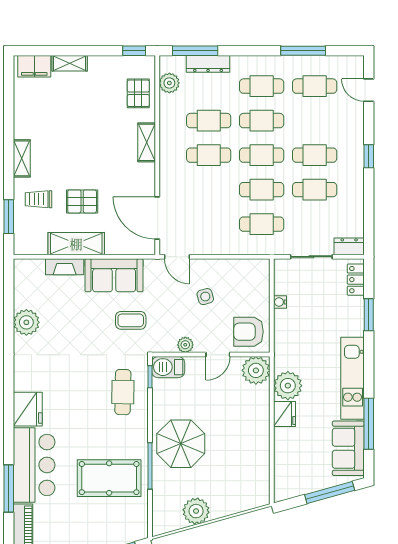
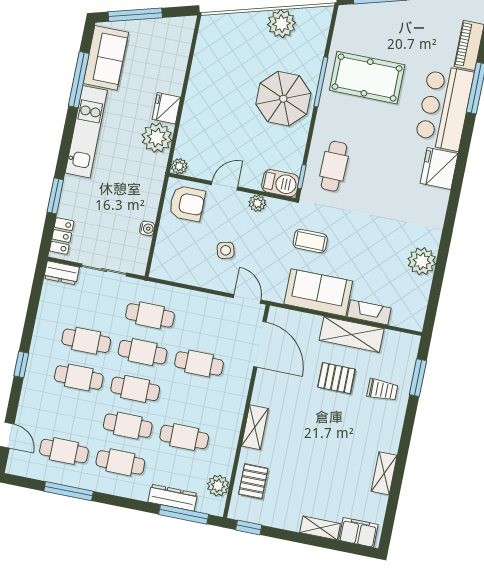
cafe table: (209, 155) -> (199, 363), moved
shelving: (22, 158) -> (384, 473), moved
plant: (256, 370) -> (179, 166), width x0.53, depth x0.53

